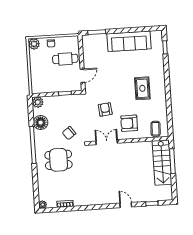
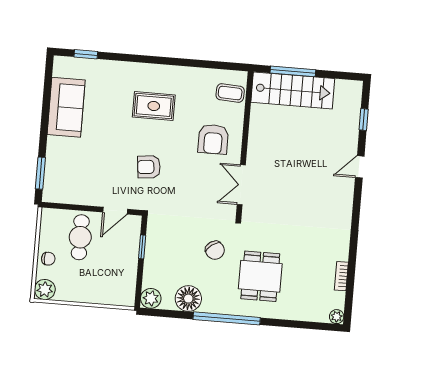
sofa: (129, 41) -> (66, 107), width x0.73
door: (82, 76) -> (115, 211), swing flipped
armchair: (105, 109) -> (149, 167), moved

